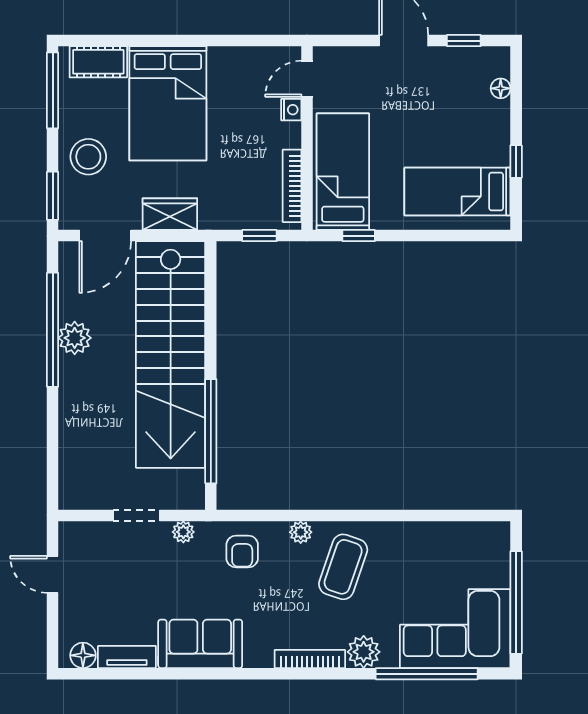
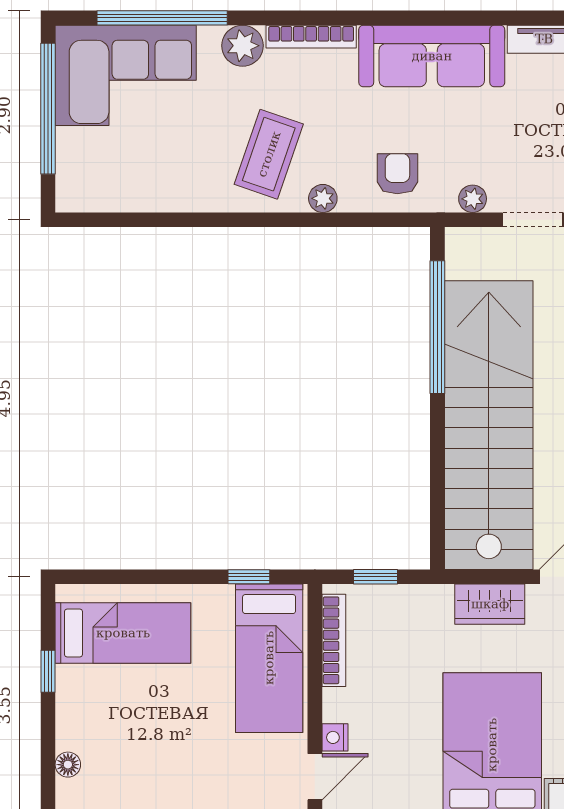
sofa: (200, 644) -> (432, 56), width x1.36

